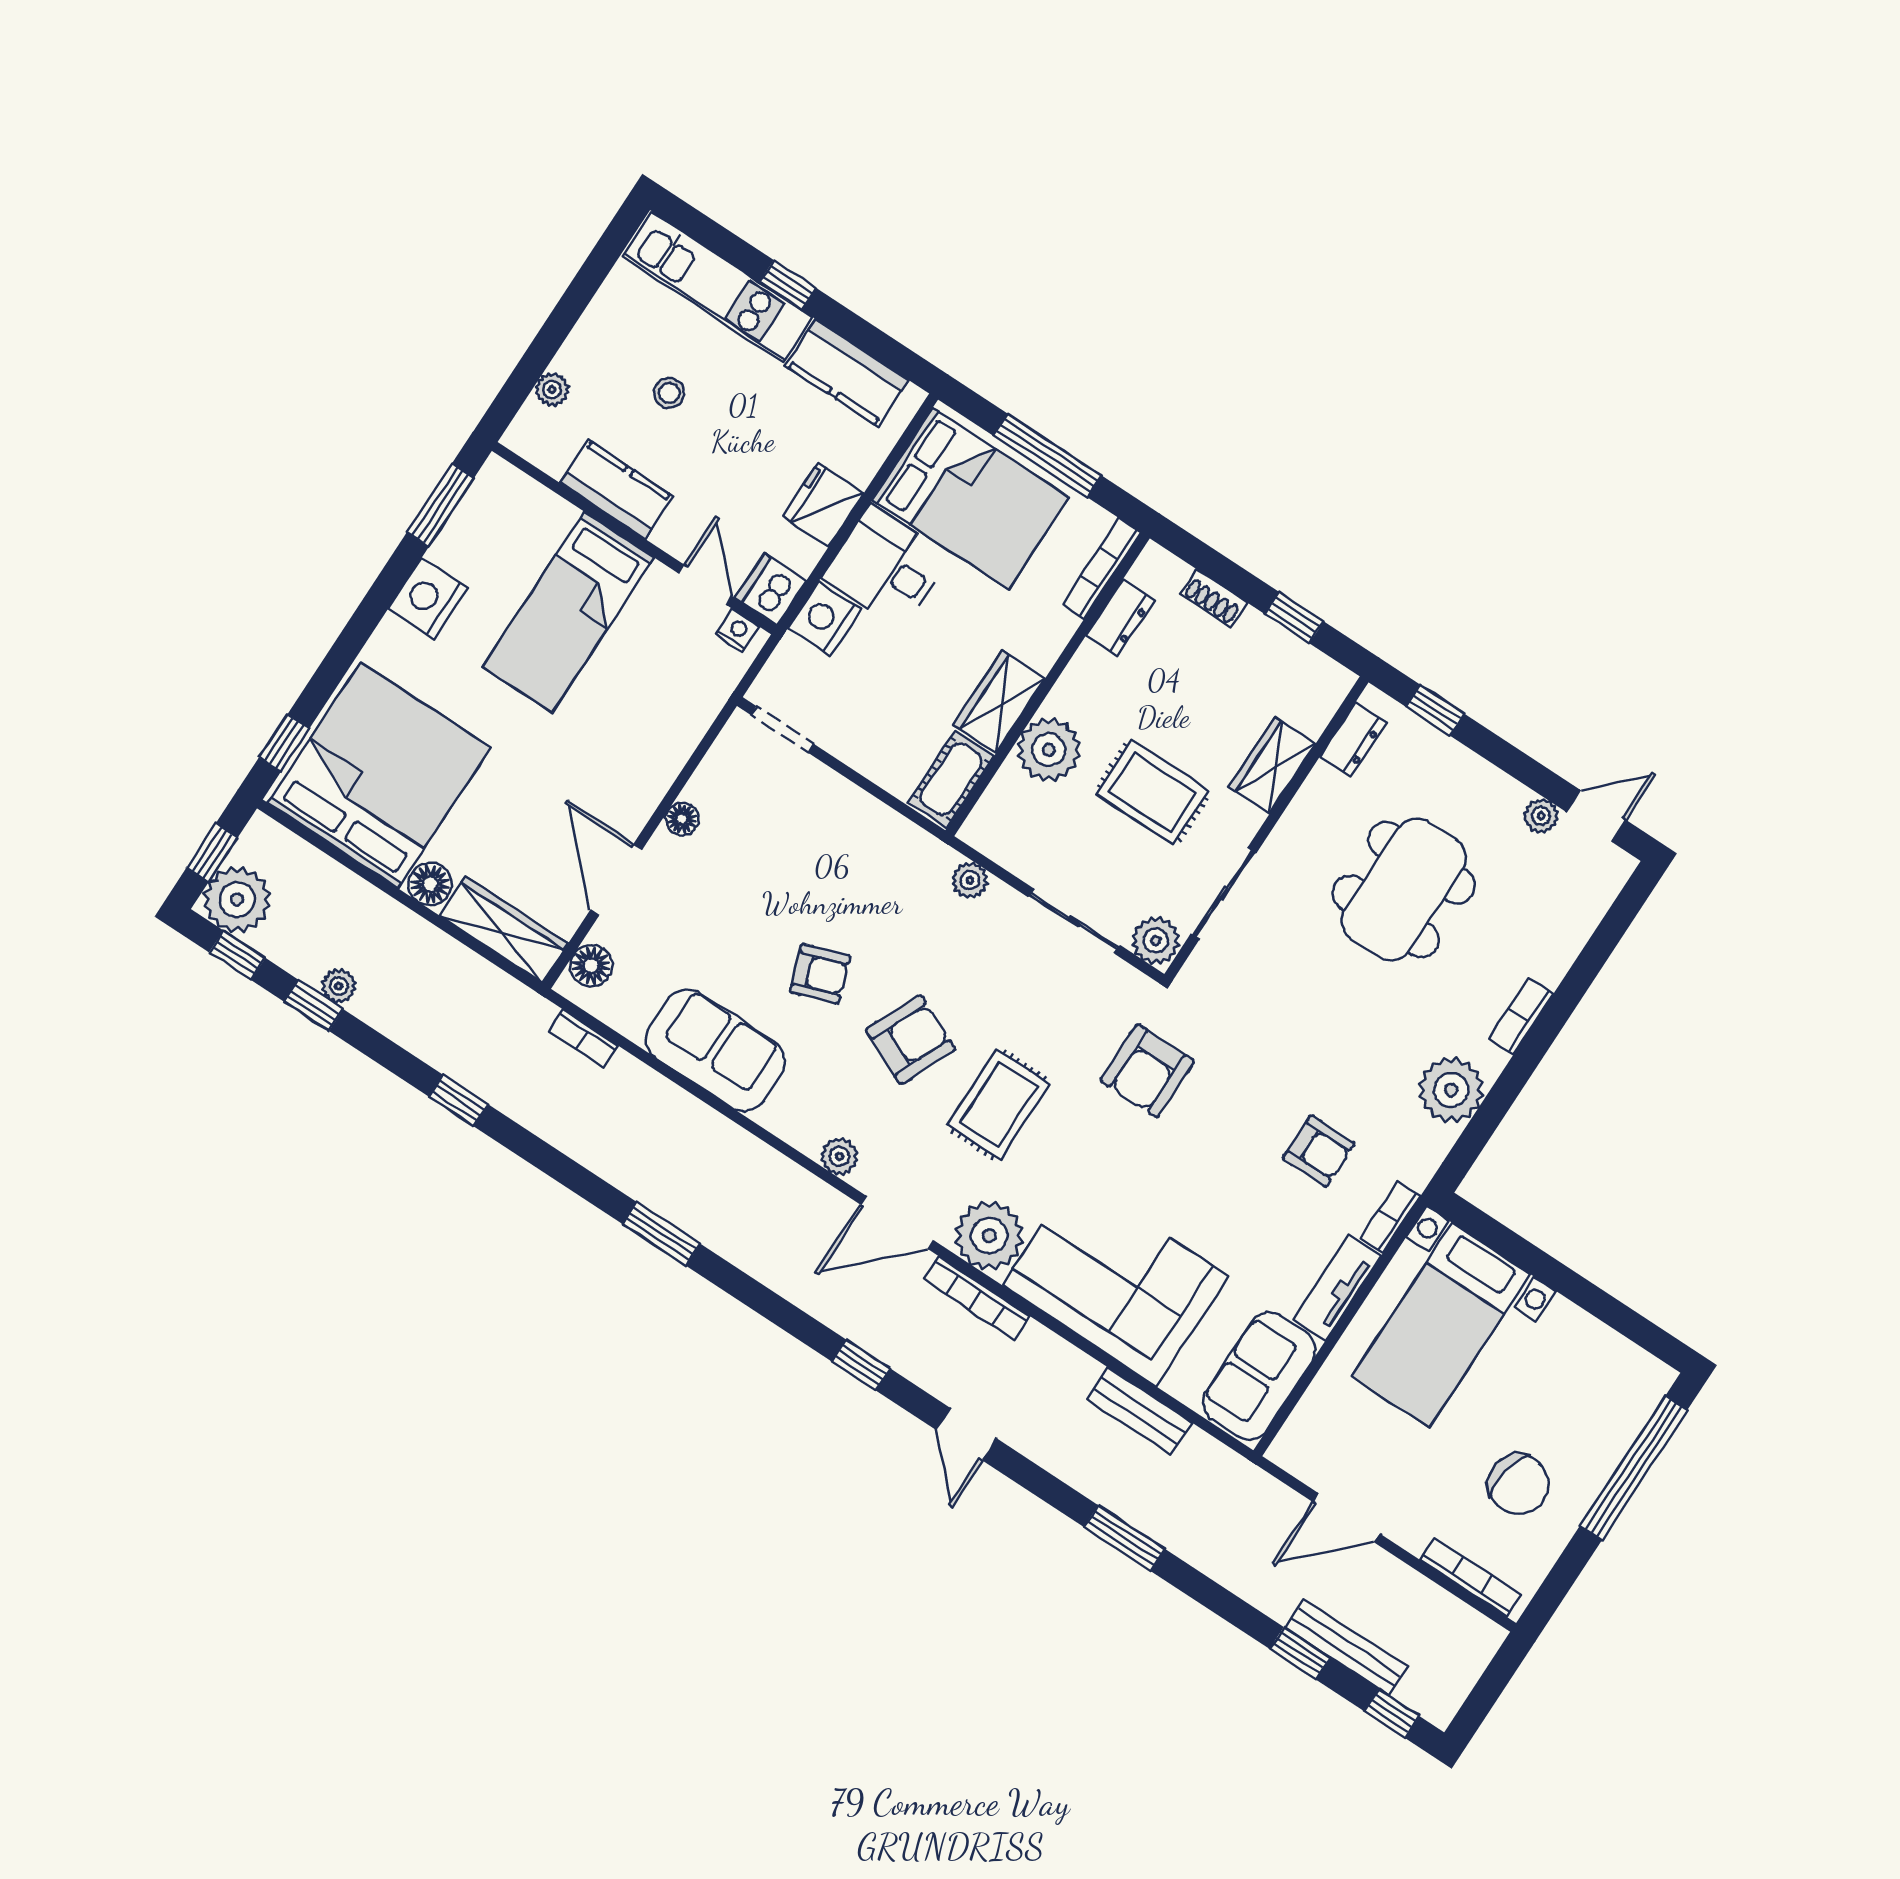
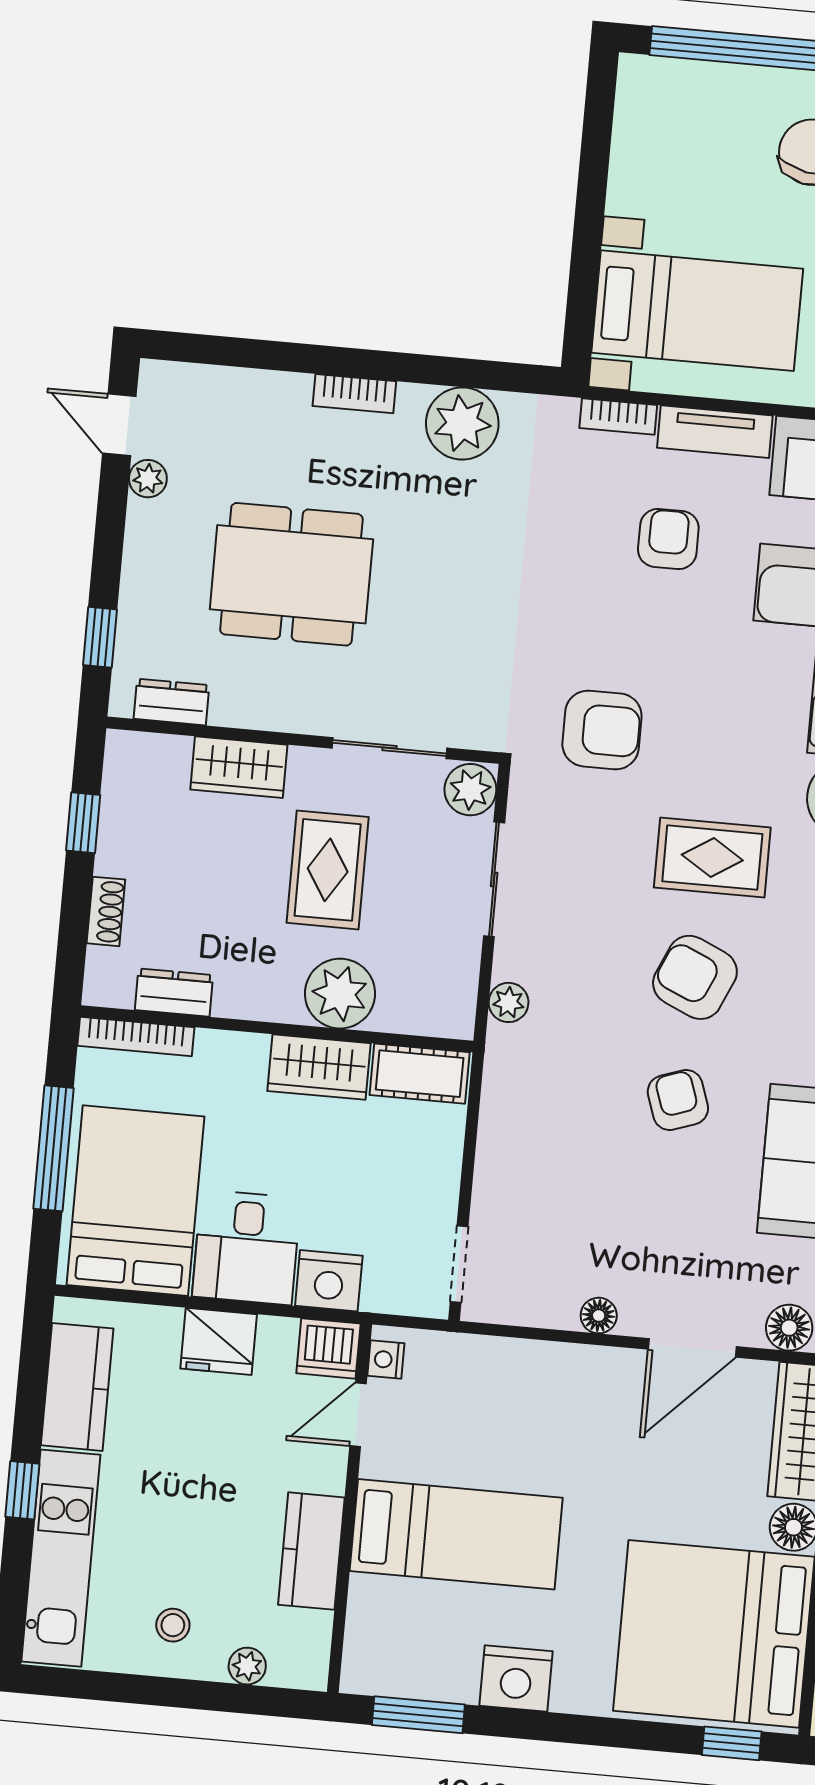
stool: (669, 393) -> (173, 1625), moved
armchair: (1319, 1151) -> (668, 539), moved

